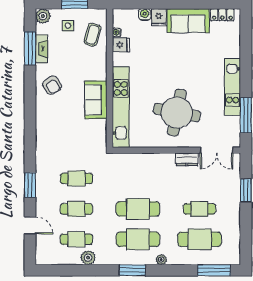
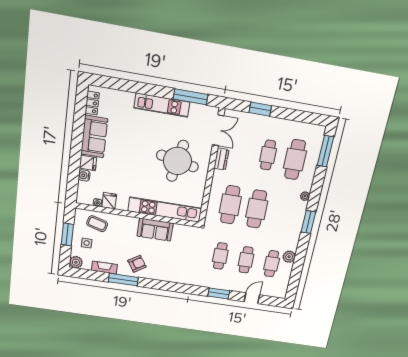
window: (30, 48) -> (123, 280), moved
cafe table: (138, 239) -> (230, 205), moved

